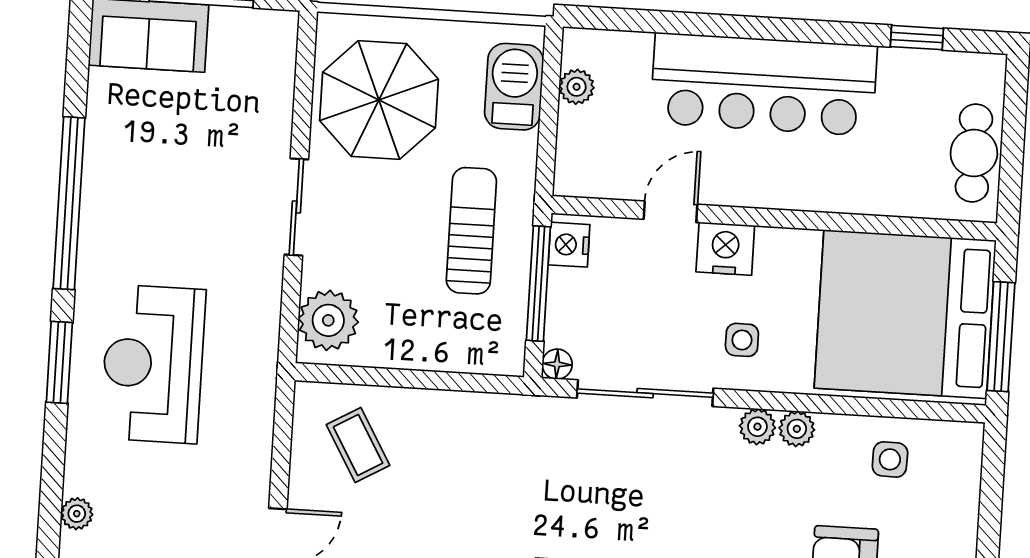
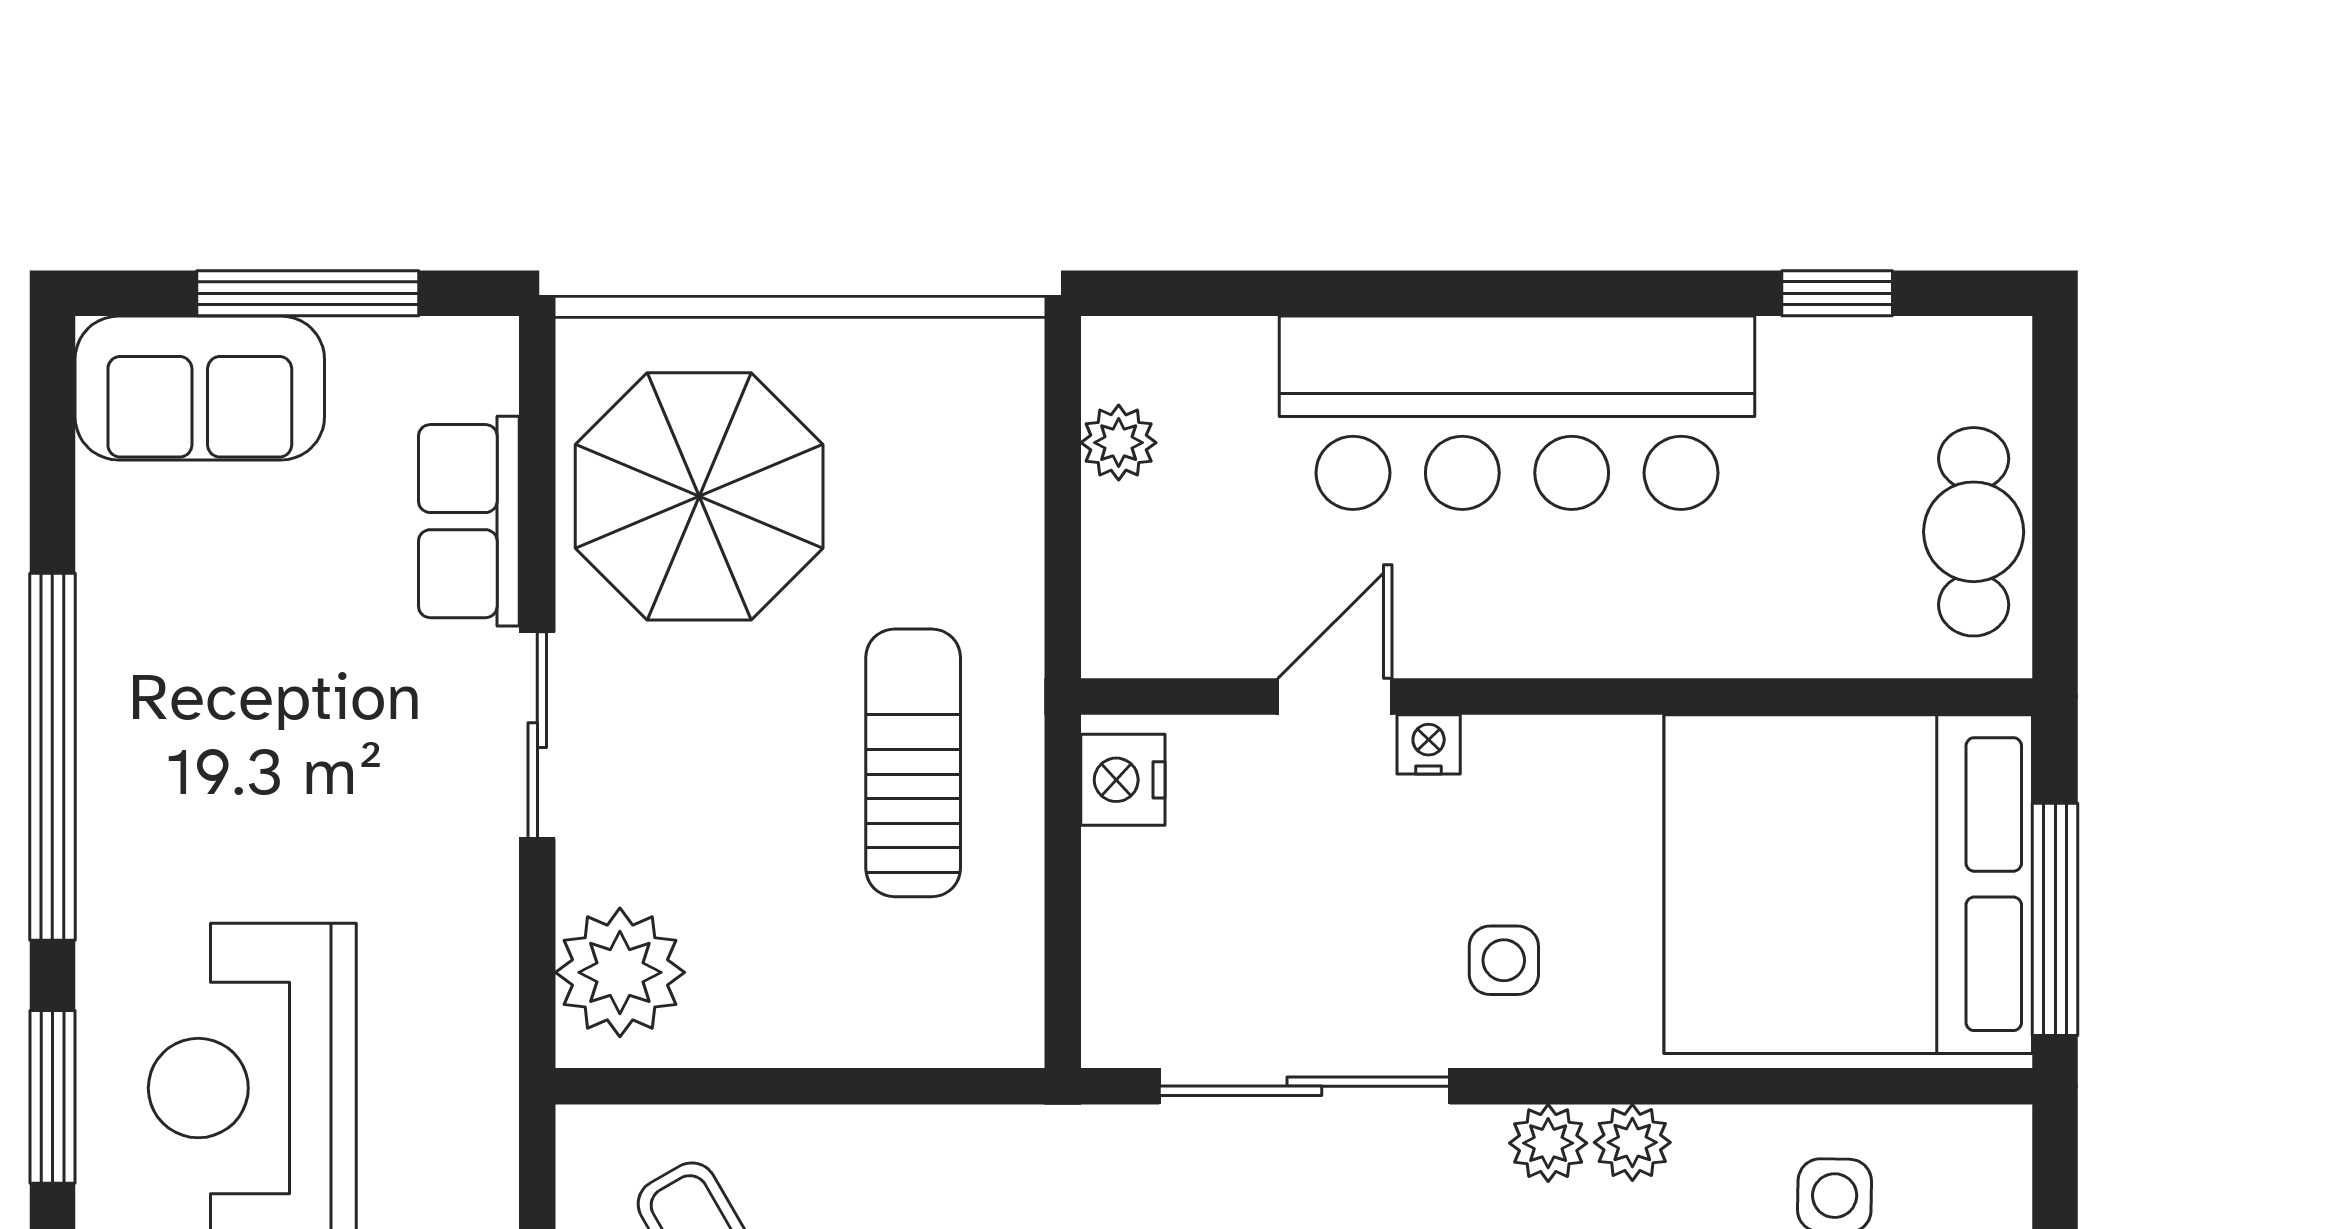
barbecue: (514, 87) -> (985, 451), removed
row of seats: (271, 105) -> (469, 521), added
nightstand: (725, 249) -> (1429, 744), width x0.53, depth x0.56
window: (538, 284) -> (1063, 867), removed
floor lamp: (557, 364) -> (1113, 1036), removed

